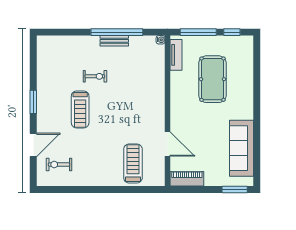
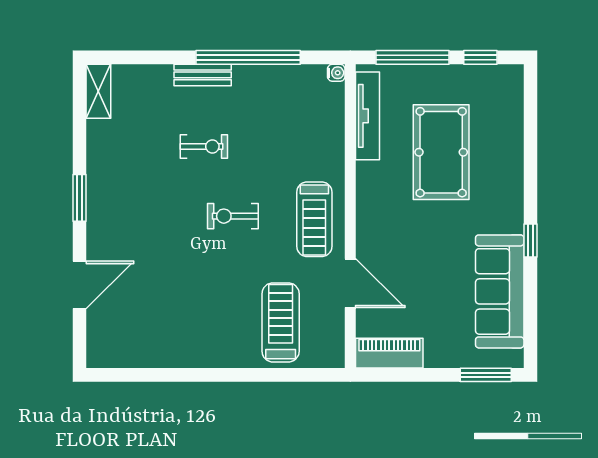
bench: (114, 41) -> (203, 75), moved
shelving: (43, 49) -> (98, 91), added
tv unit: (176, 55) -> (368, 116), width x1.41
treadmill: (80, 109) -> (314, 219), moved
window: (257, 123) -> (530, 240), added
exercise bike: (59, 165) -> (233, 216), moved

